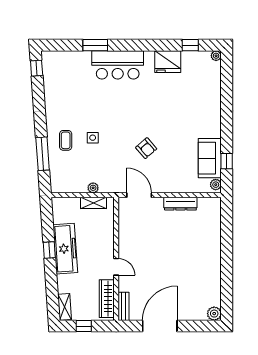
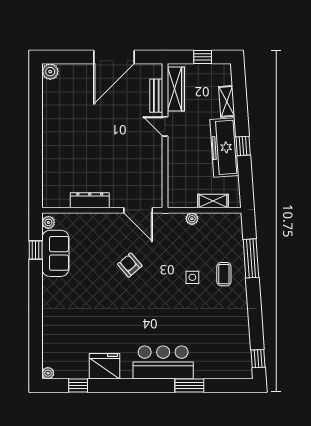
shelving: (93, 203) -> (213, 201), moved
bench: (124, 306) -> (156, 96), moved
shelving: (65, 307) -> (227, 101), moved

